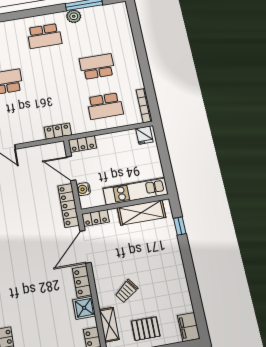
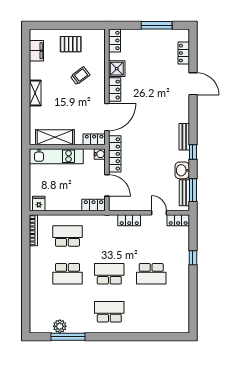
plant: (74, 16) -> (60, 326), moved
school desk: (51, 74) -> (109, 274), added
locker: (58, 131) -> (129, 220), moved
water cooler: (84, 189) -> (100, 154), moved
window: (180, 226) -> (26, 121), removed
shelving: (109, 325) -> (35, 93), moved
filing cabinet: (189, 327) -> (36, 51), moved

